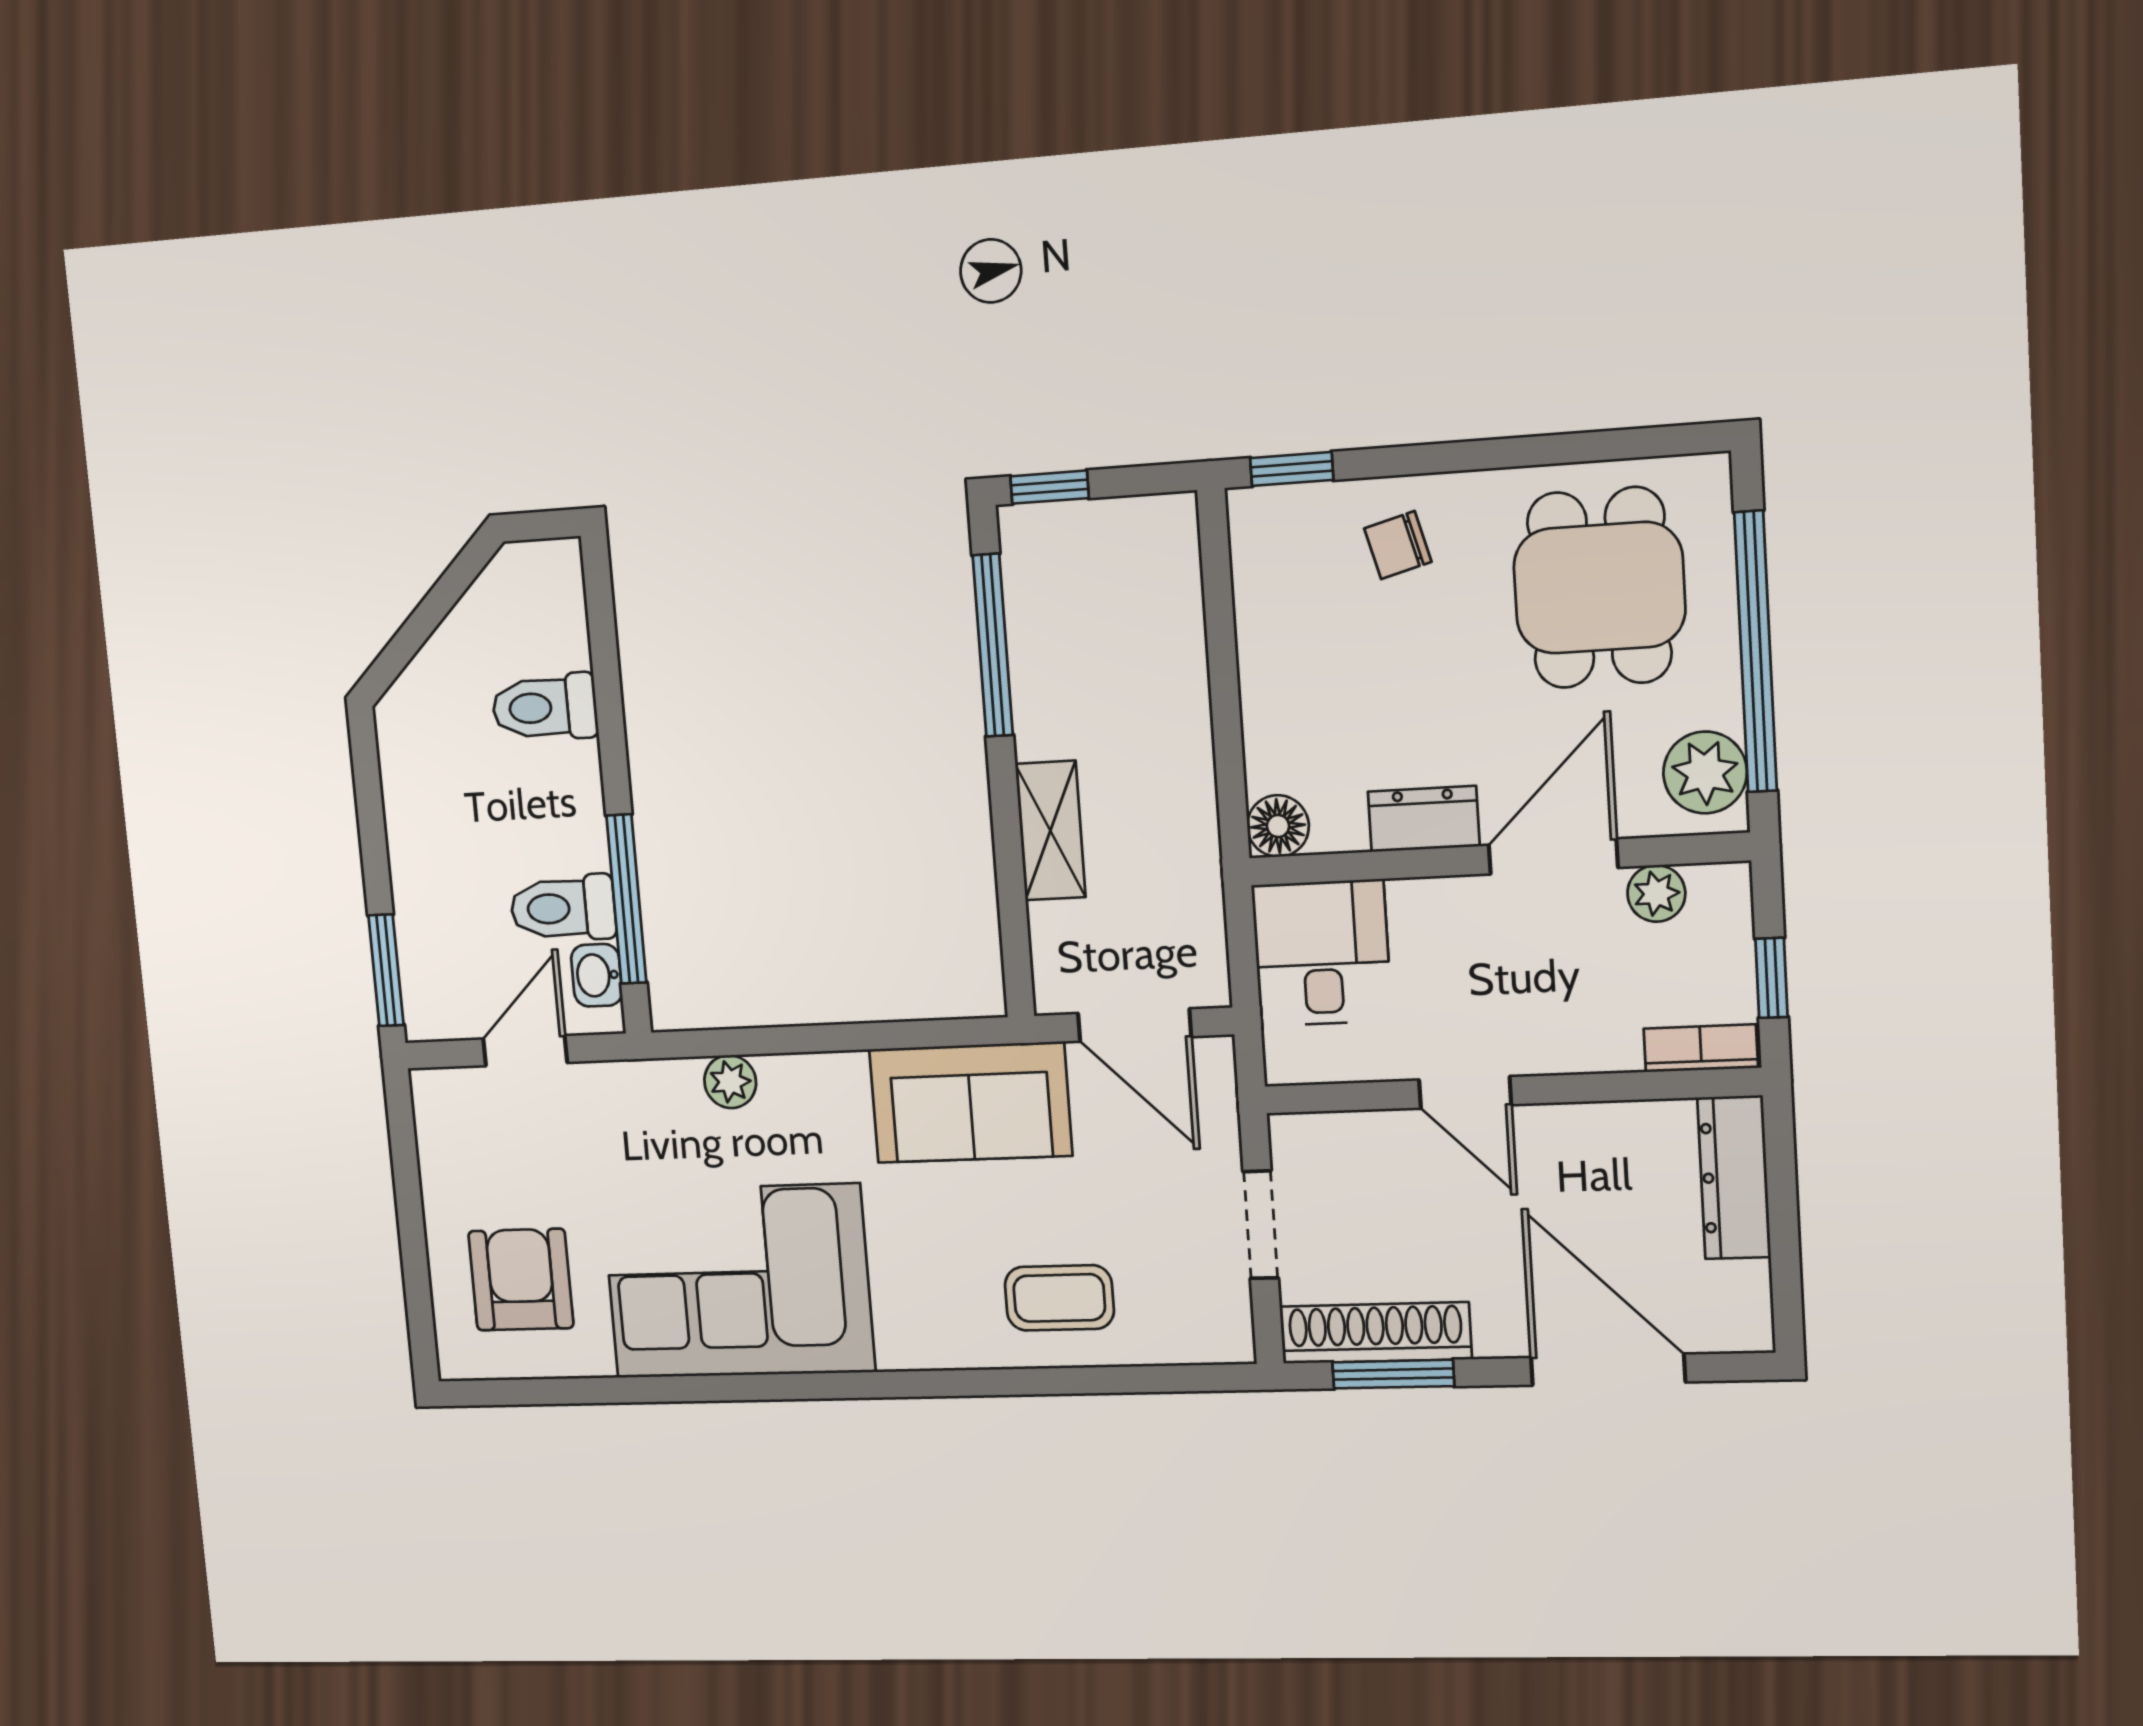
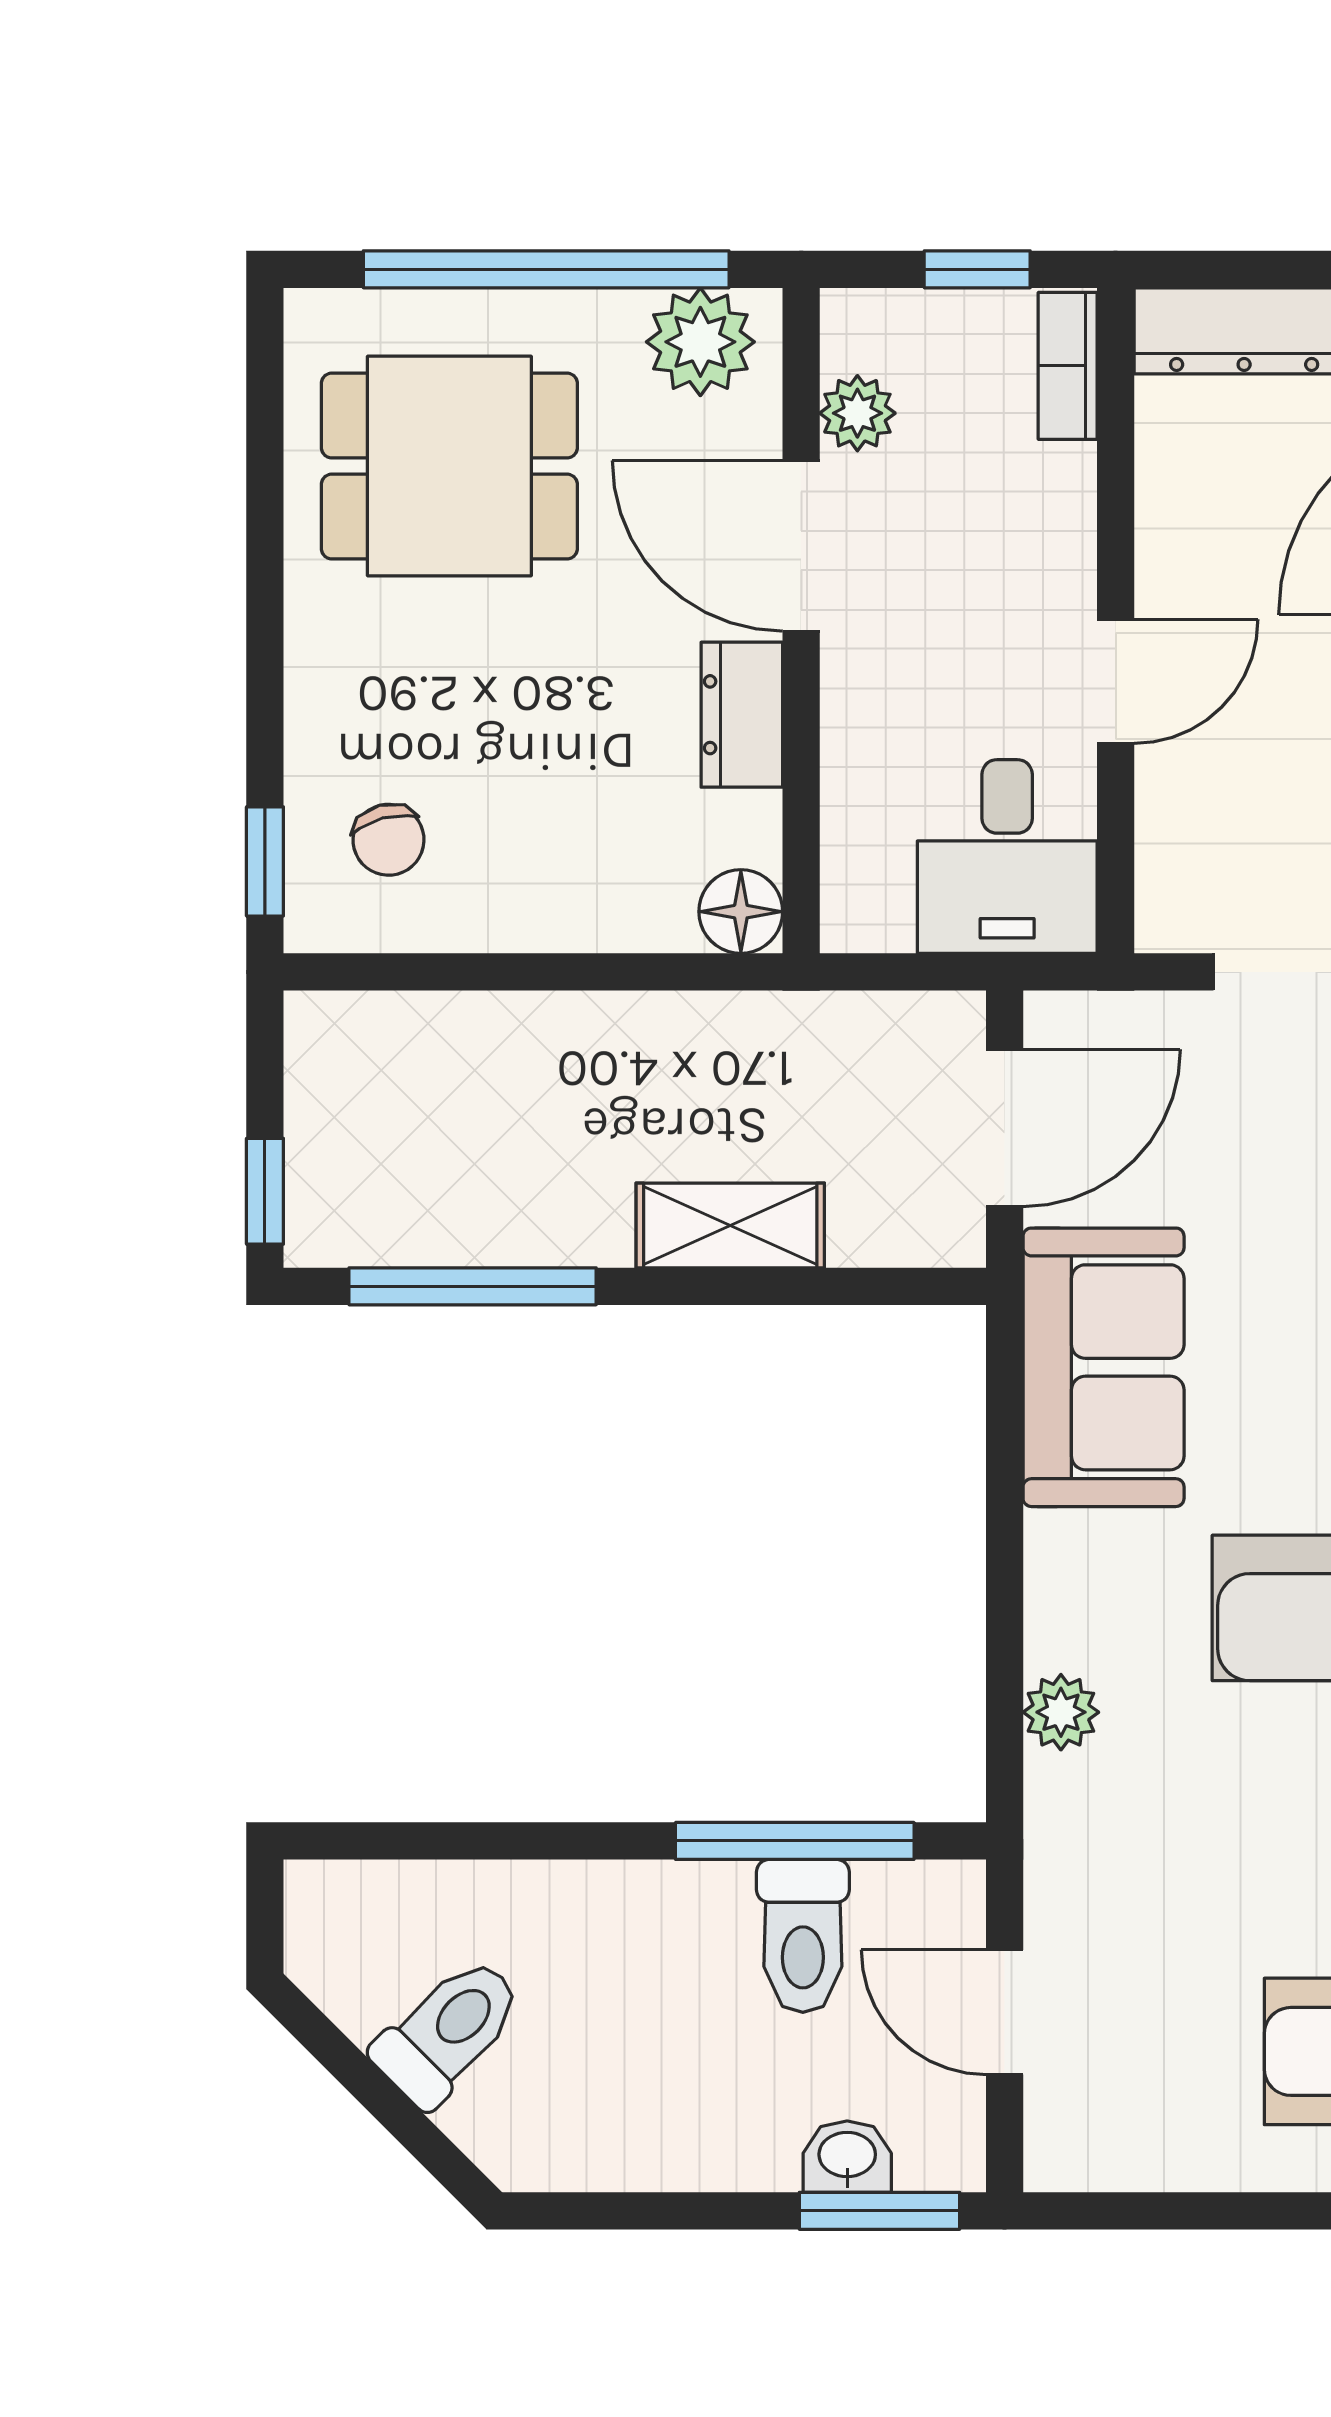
chair: (1398, 545) -> (388, 840), moved
toilet: (545, 707) -> (448, 2031), moved, turned -135
desk: (1322, 953) -> (1007, 857), moved, turned -90
washbasin: (597, 975) -> (847, 2157), moved, turned 180

